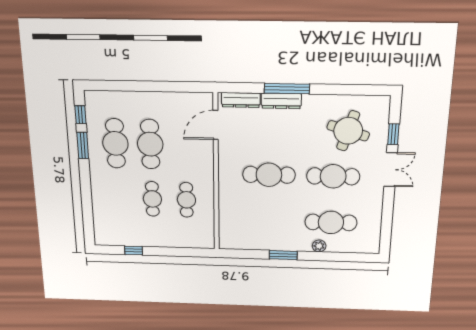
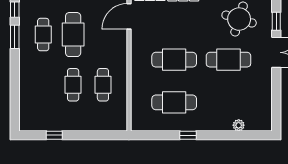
cafe table: (115, 143) -> (43, 35), width x0.73, depth x0.74
cafe table: (331, 222) -> (174, 102), moved
plant: (319, 246) -> (239, 125), moved
window: (283, 255) -> (188, 135), width x0.67

